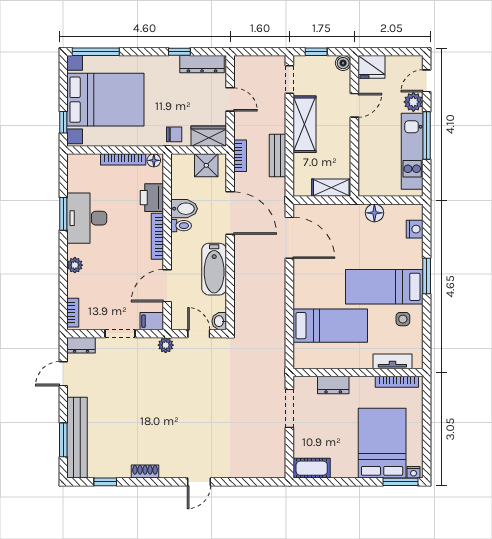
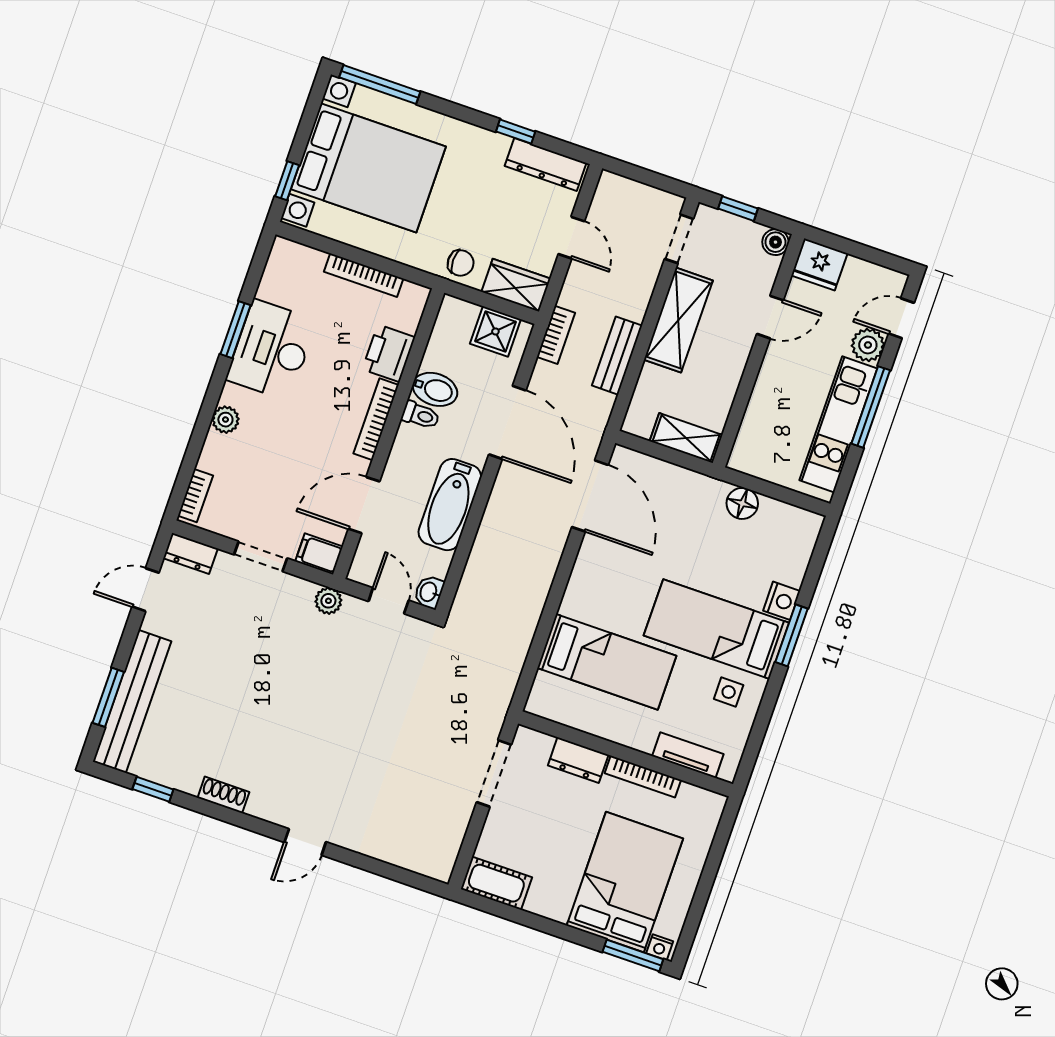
floor lamp: (154, 160) -> (413, 294), removed
nightstand: (415, 229) -> (782, 601), moved
bookcase: (397, 382) -> (643, 777), moved

